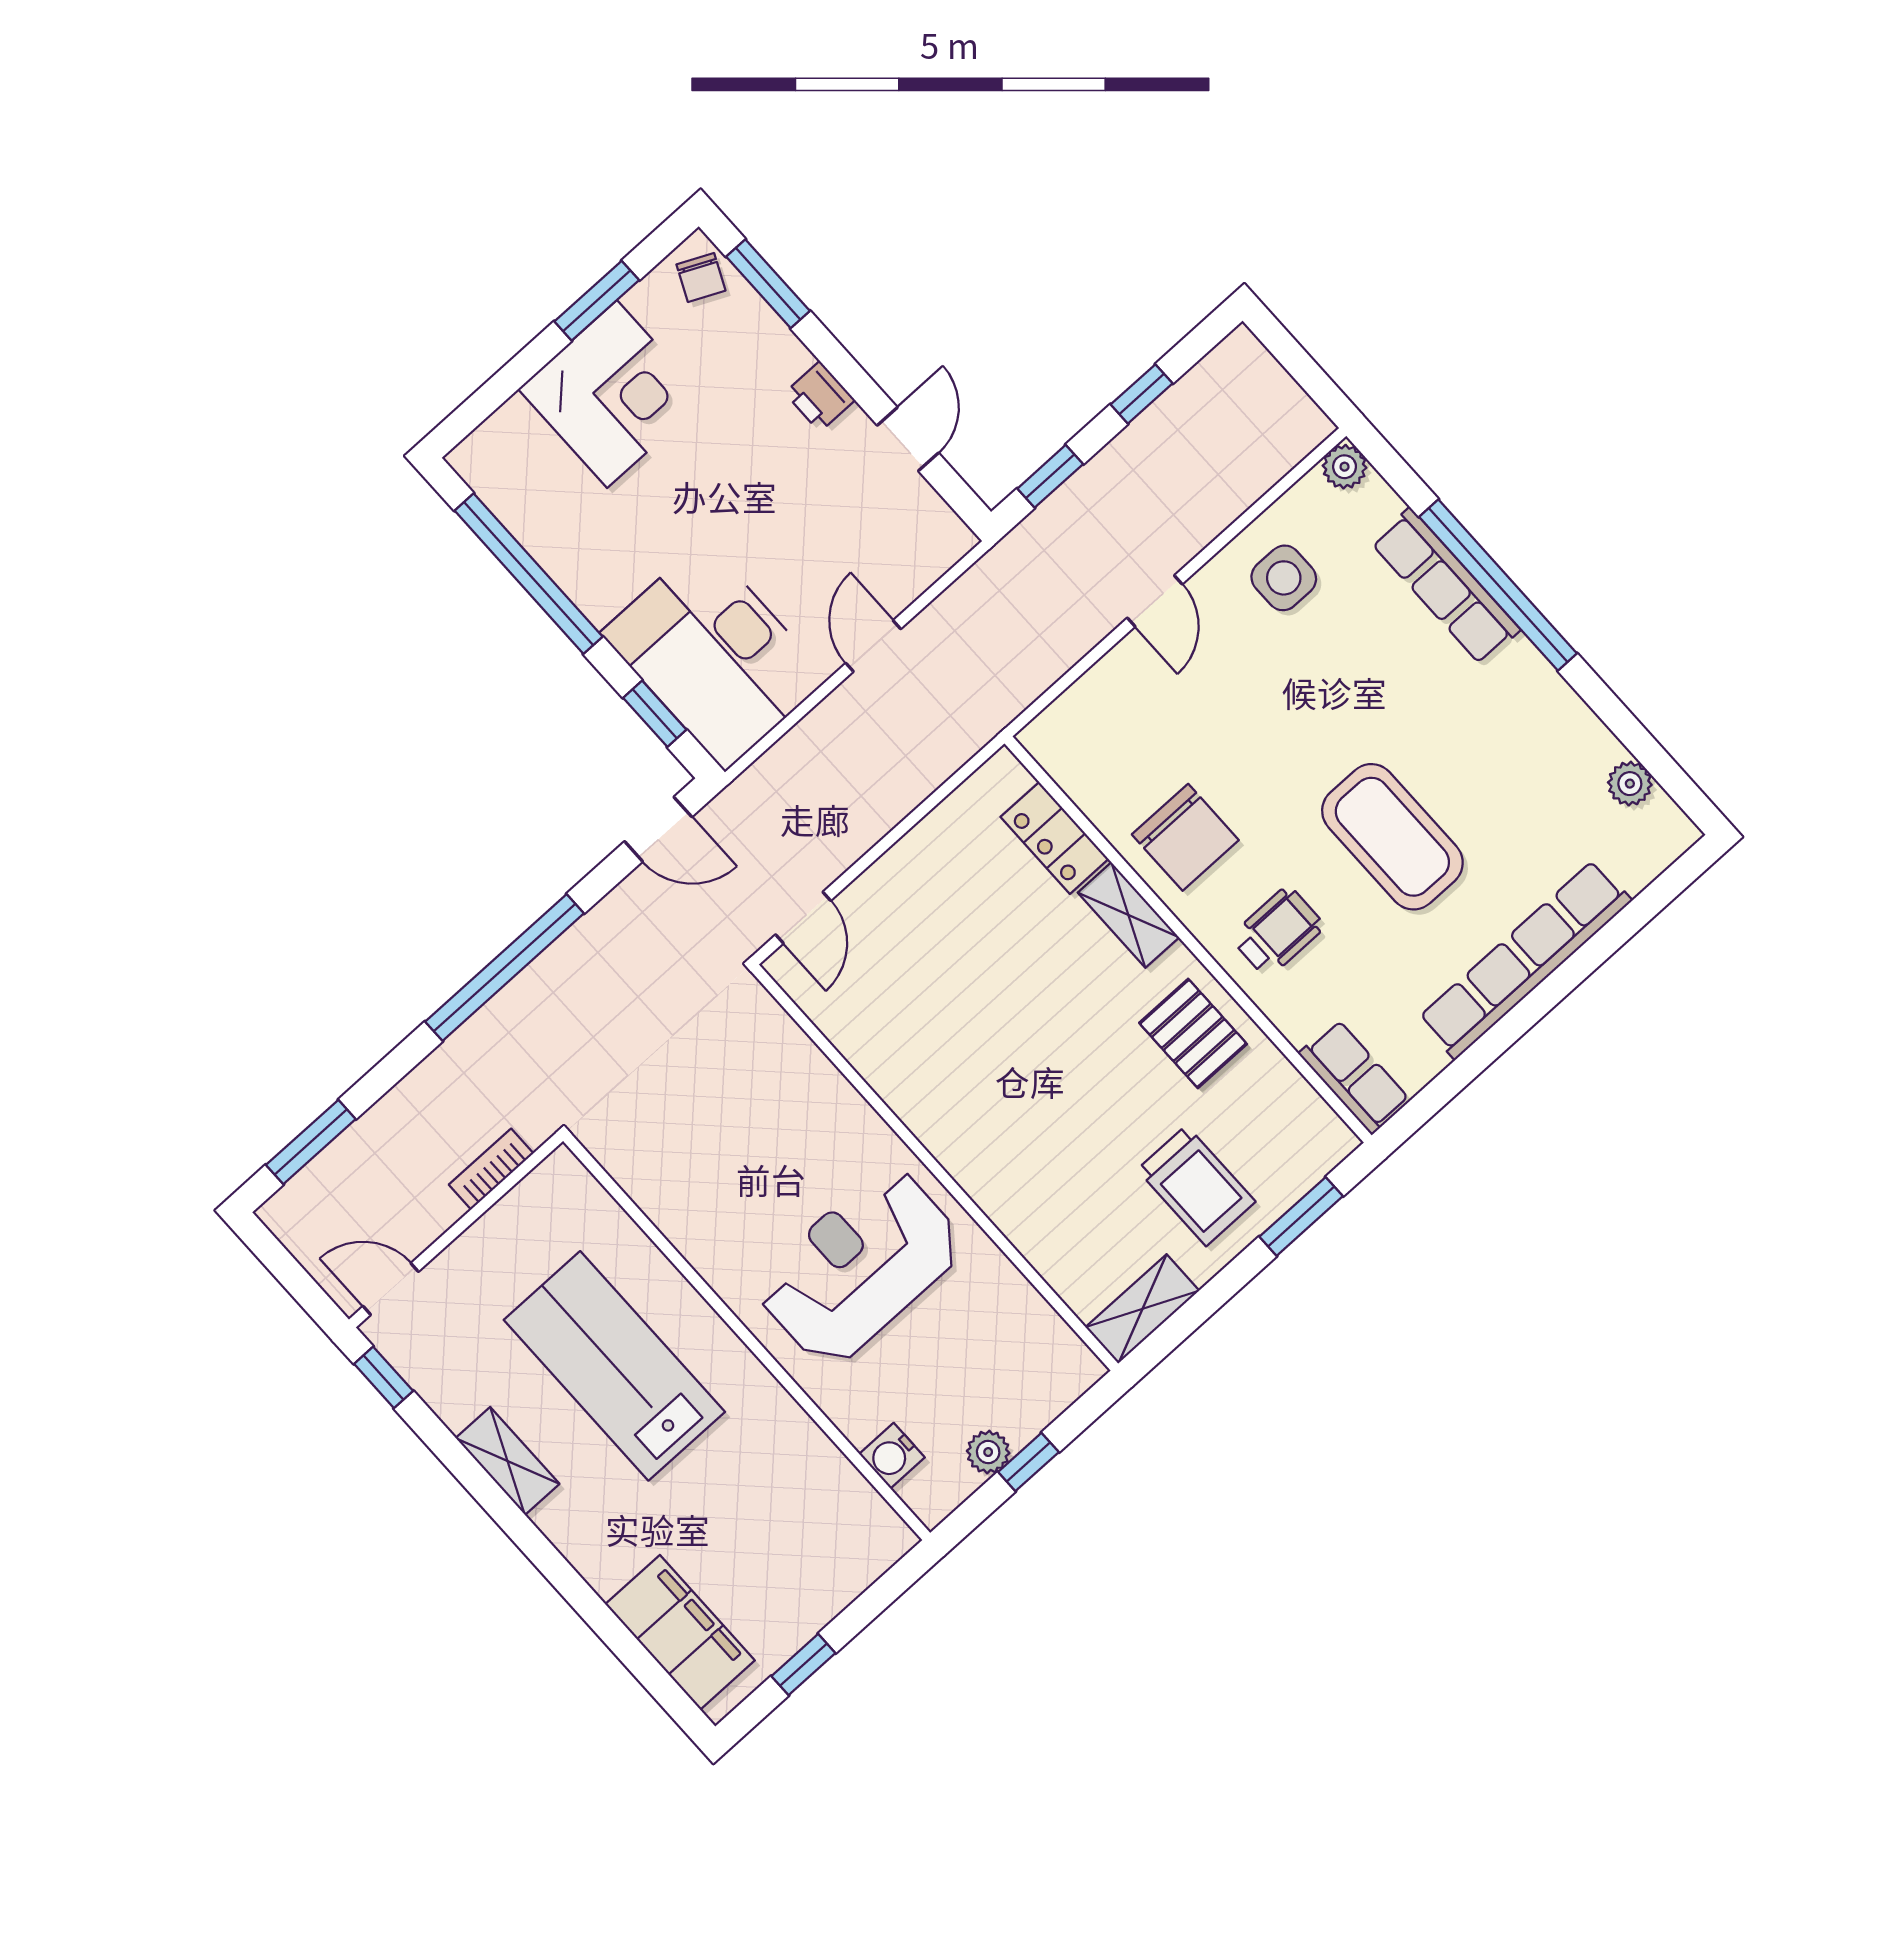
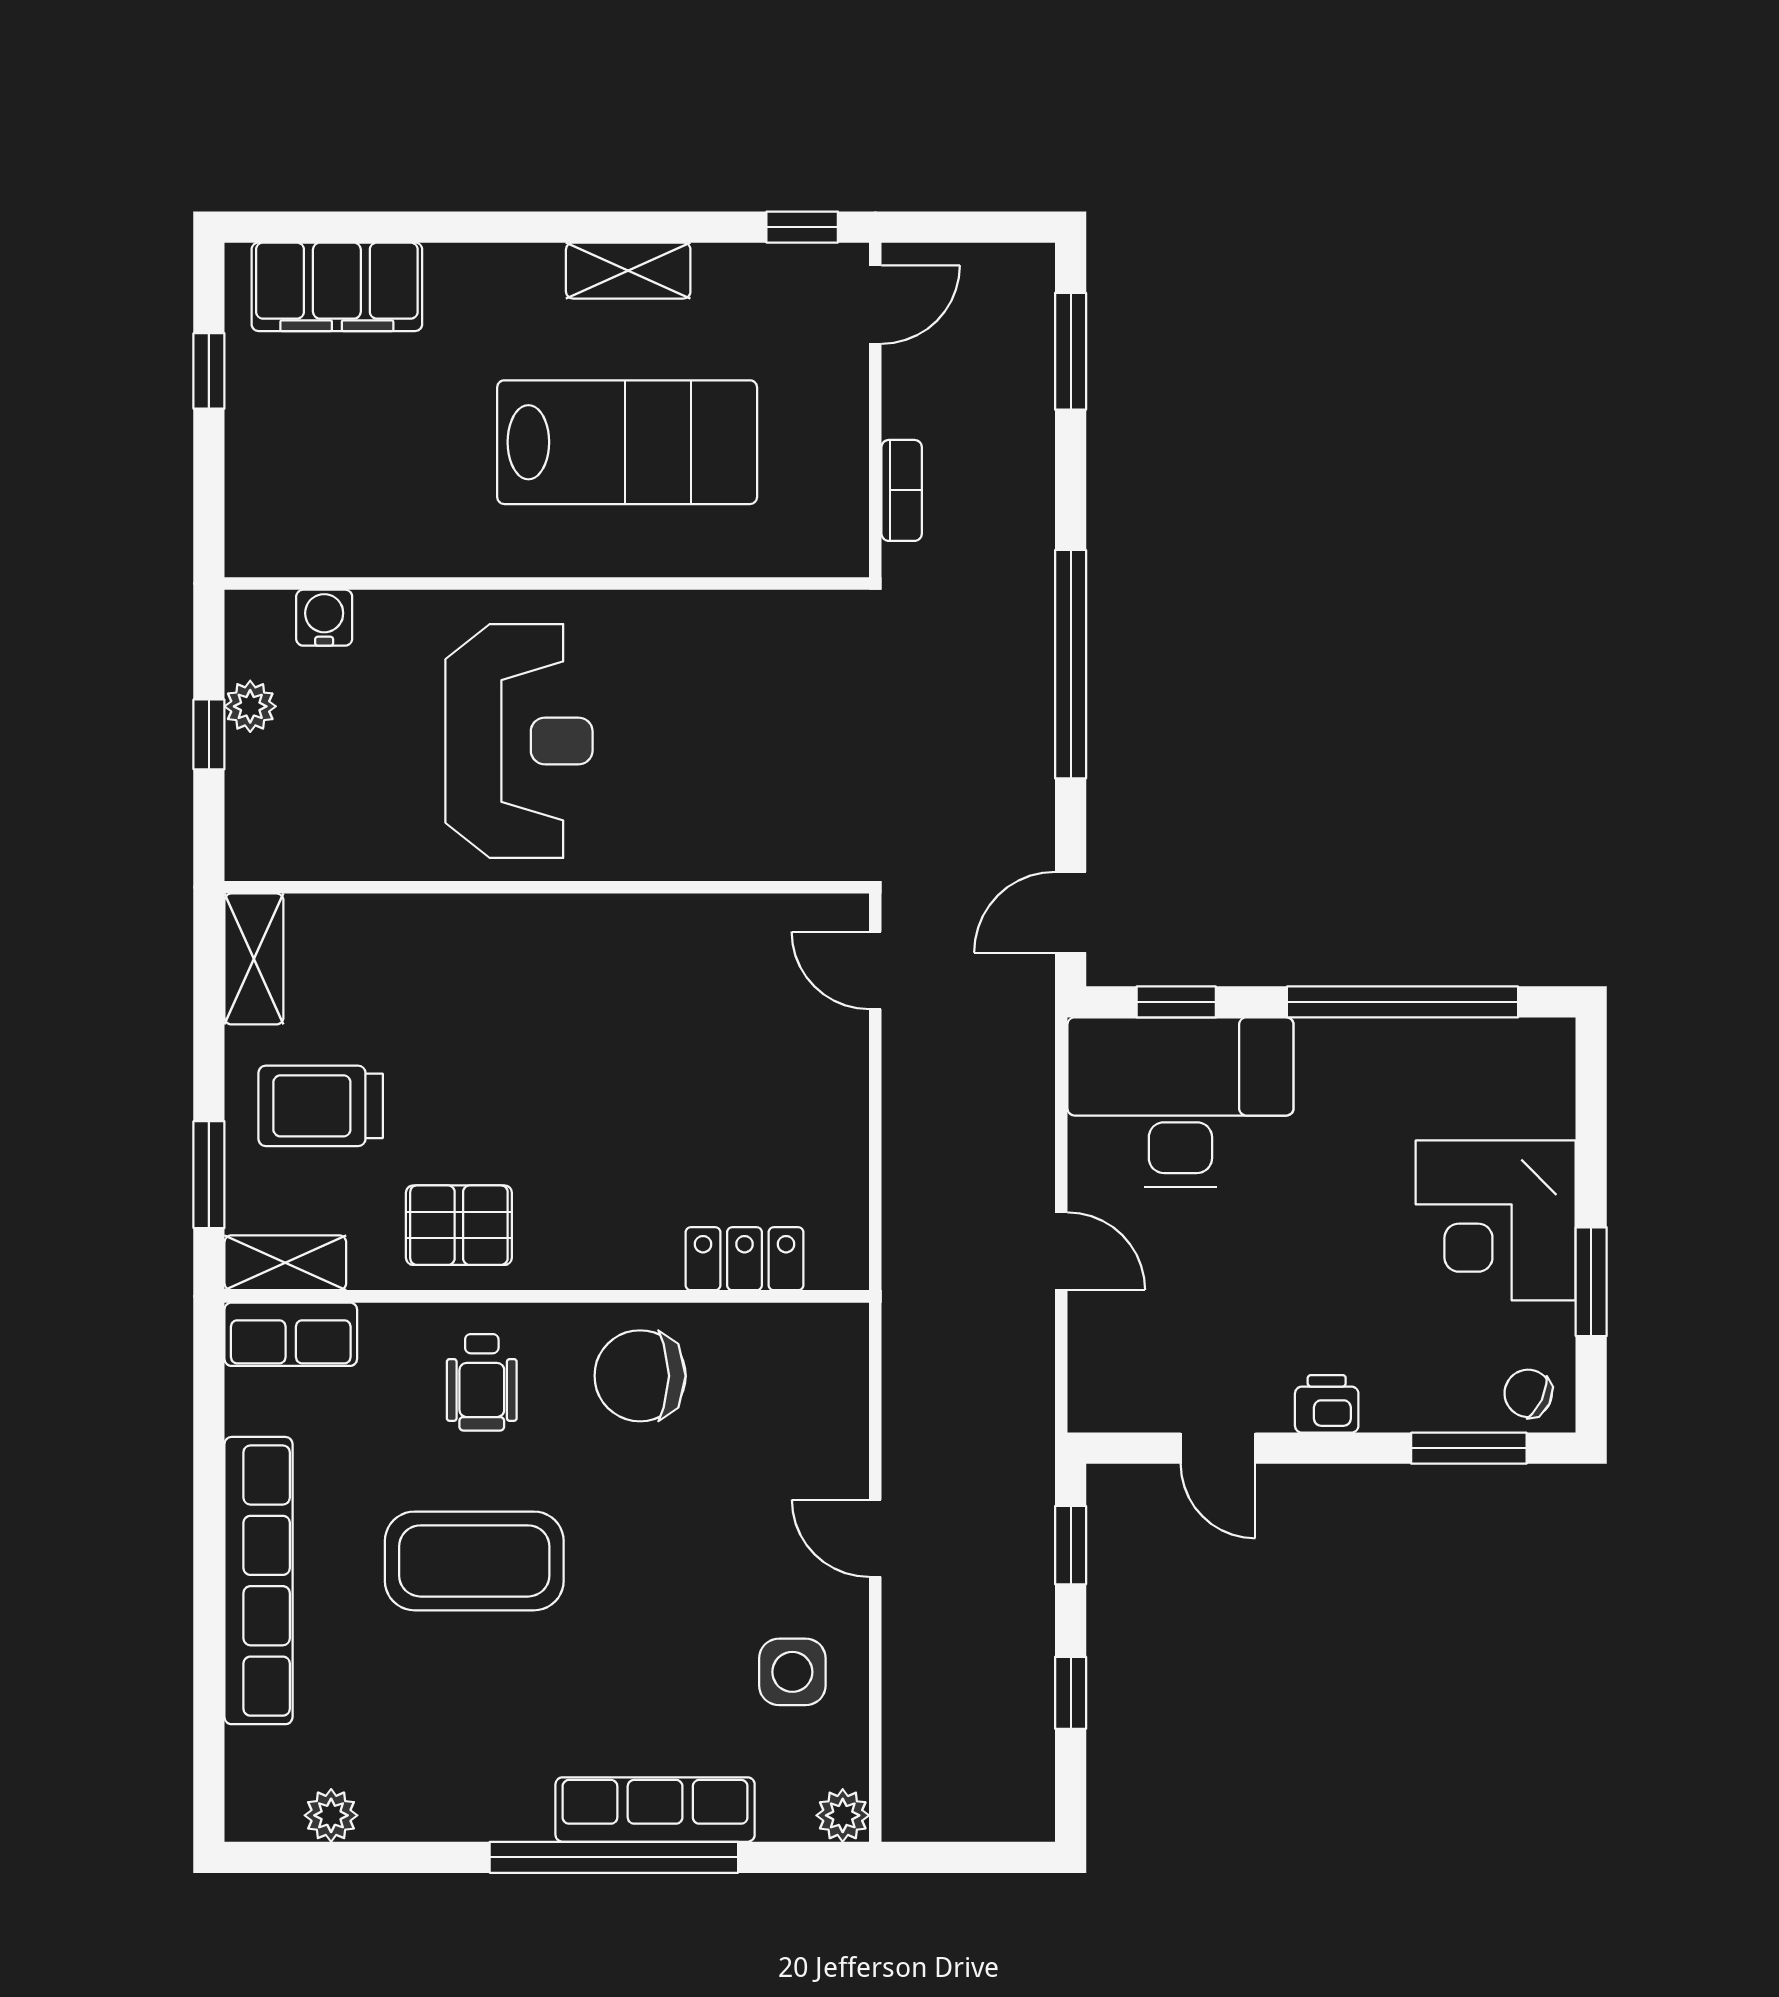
shelving: (1128, 915) -> (285, 1263), moved

